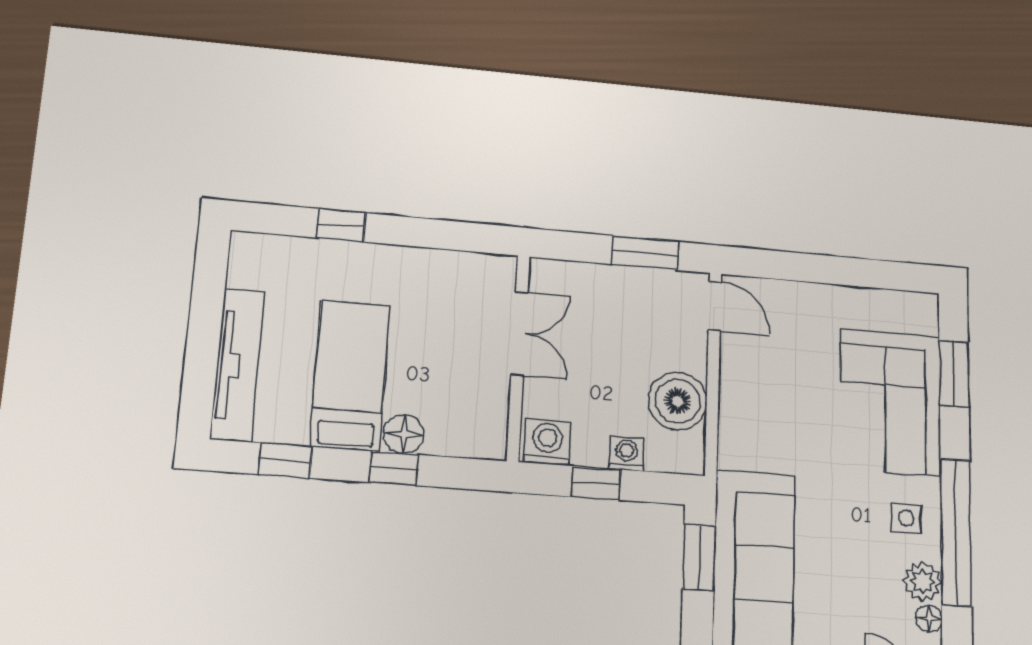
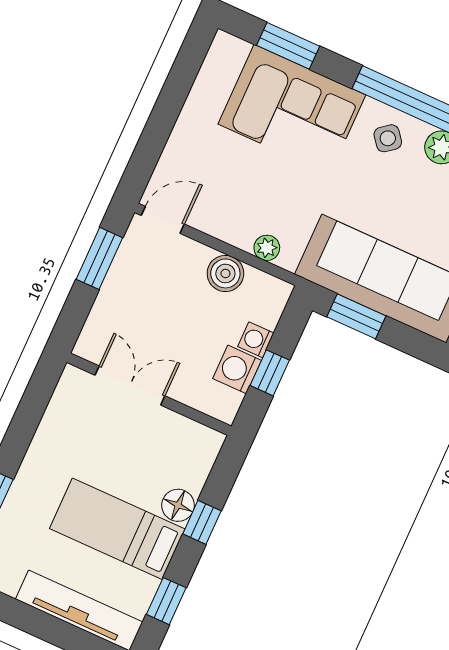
boiler: (678, 401) -> (225, 273), width x0.73, depth x0.73
plant: (732, 429) -> (267, 248), added
washing machine: (547, 442) -> (237, 369), moved
side table: (906, 518) -> (388, 138), turned -38

